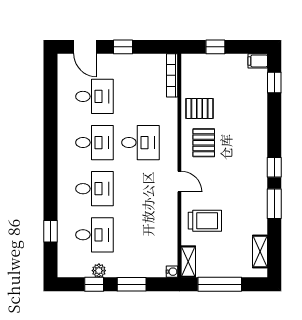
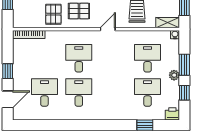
desk: (94, 189) -> (148, 58), moved
printer: (66, 268) -> (172, 114), added
plant: (99, 271) -> (174, 75), moved

